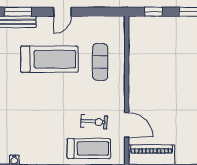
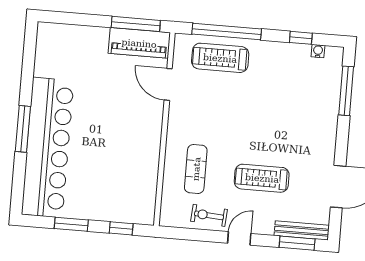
treadmill: (49, 59) -> (262, 178), width x0.73, depth x0.73
exercise bike: (94, 122) -> (209, 215), moved

